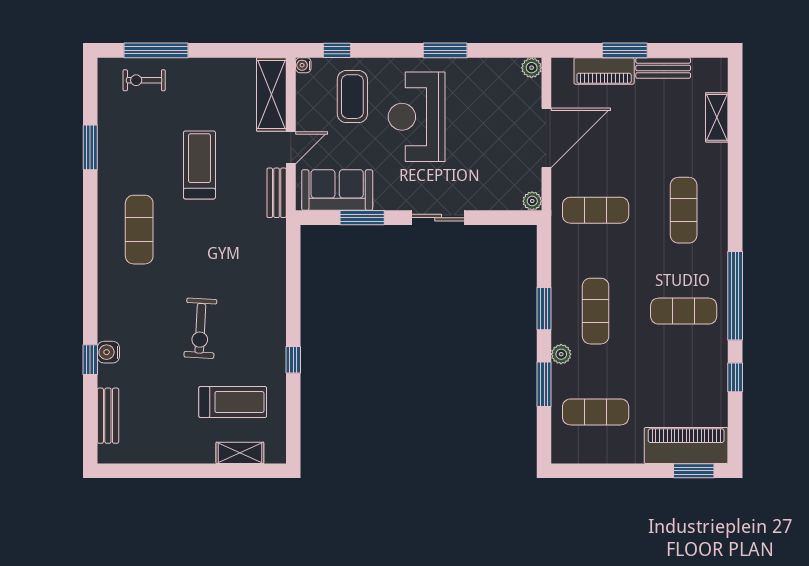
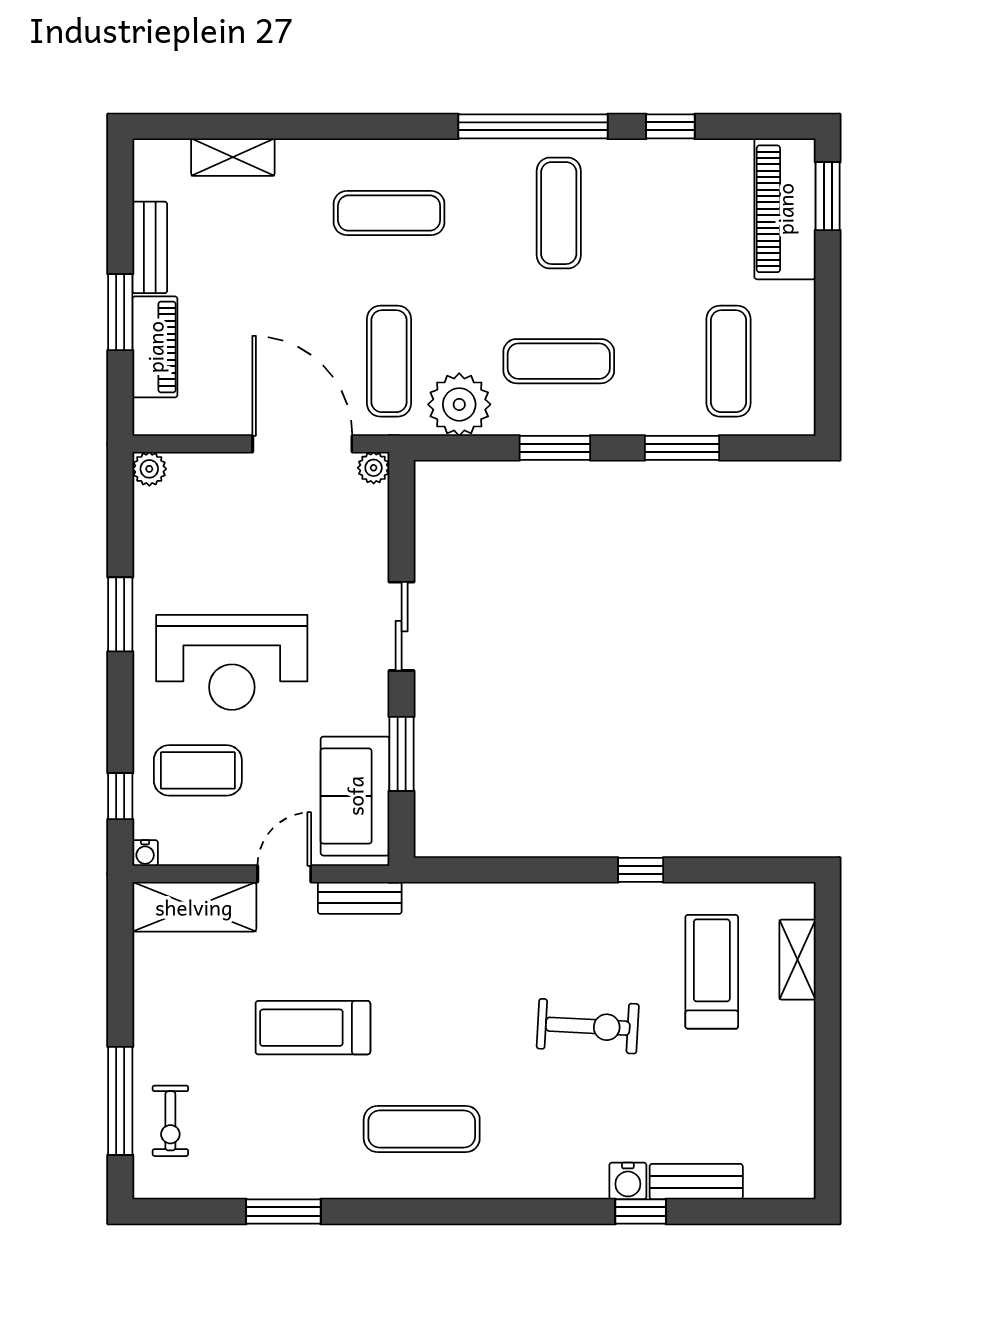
door: (546, 138) -> (302, 444), moved
door: (291, 148) -> (284, 874), hinge flipped
plant: (561, 354) -> (459, 404), moved, width x1.88, depth x1.88
bench: (108, 416) -> (696, 1182), moved

